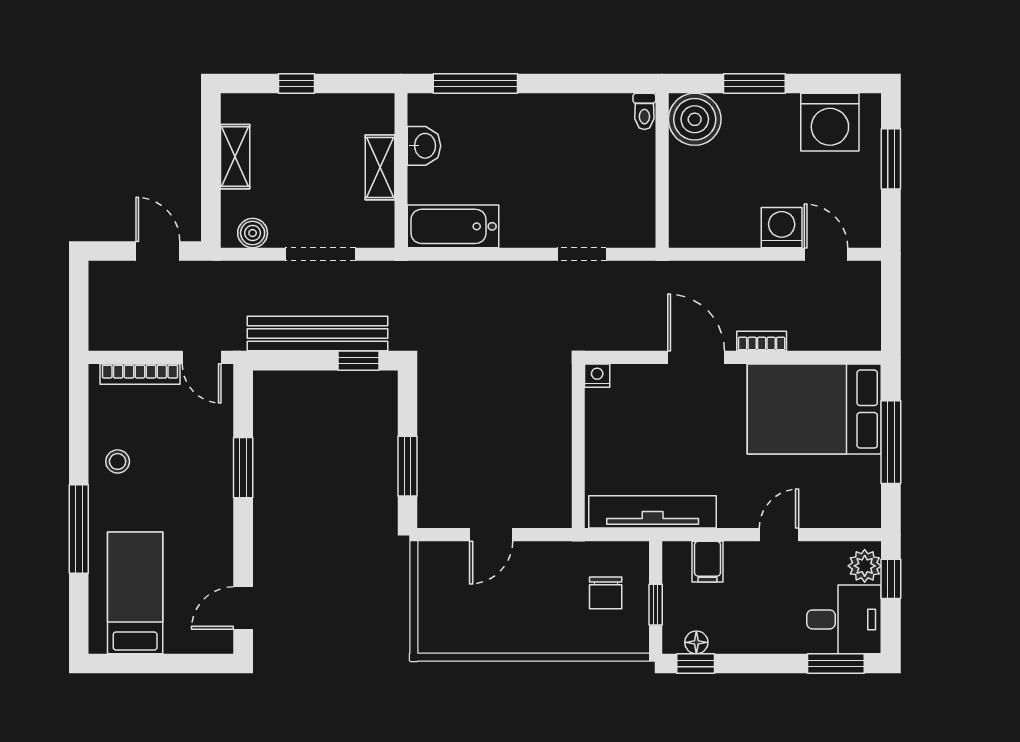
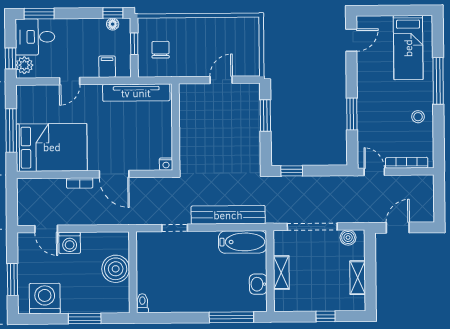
boiler: (695, 119) -> (116, 269), moved
door: (158, 251) -> (398, 228), swing flipped
doorway: (320, 254) -> (312, 227), width x1.36
bench: (318, 334) -> (228, 215), moved

